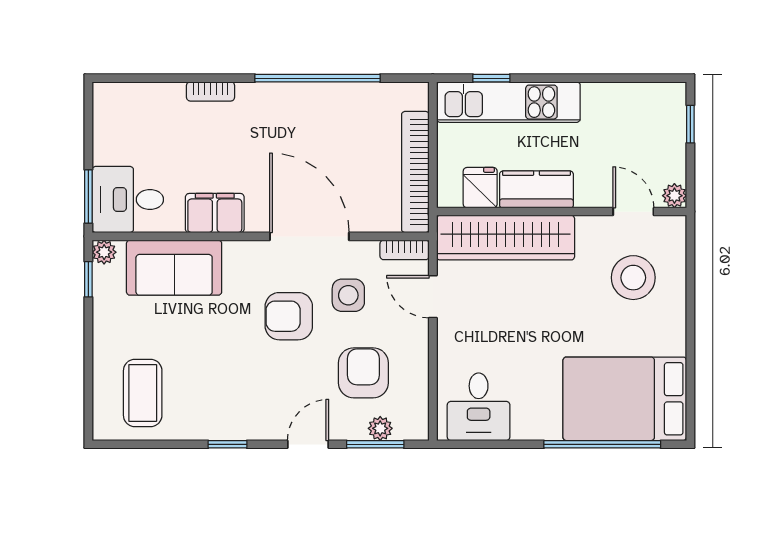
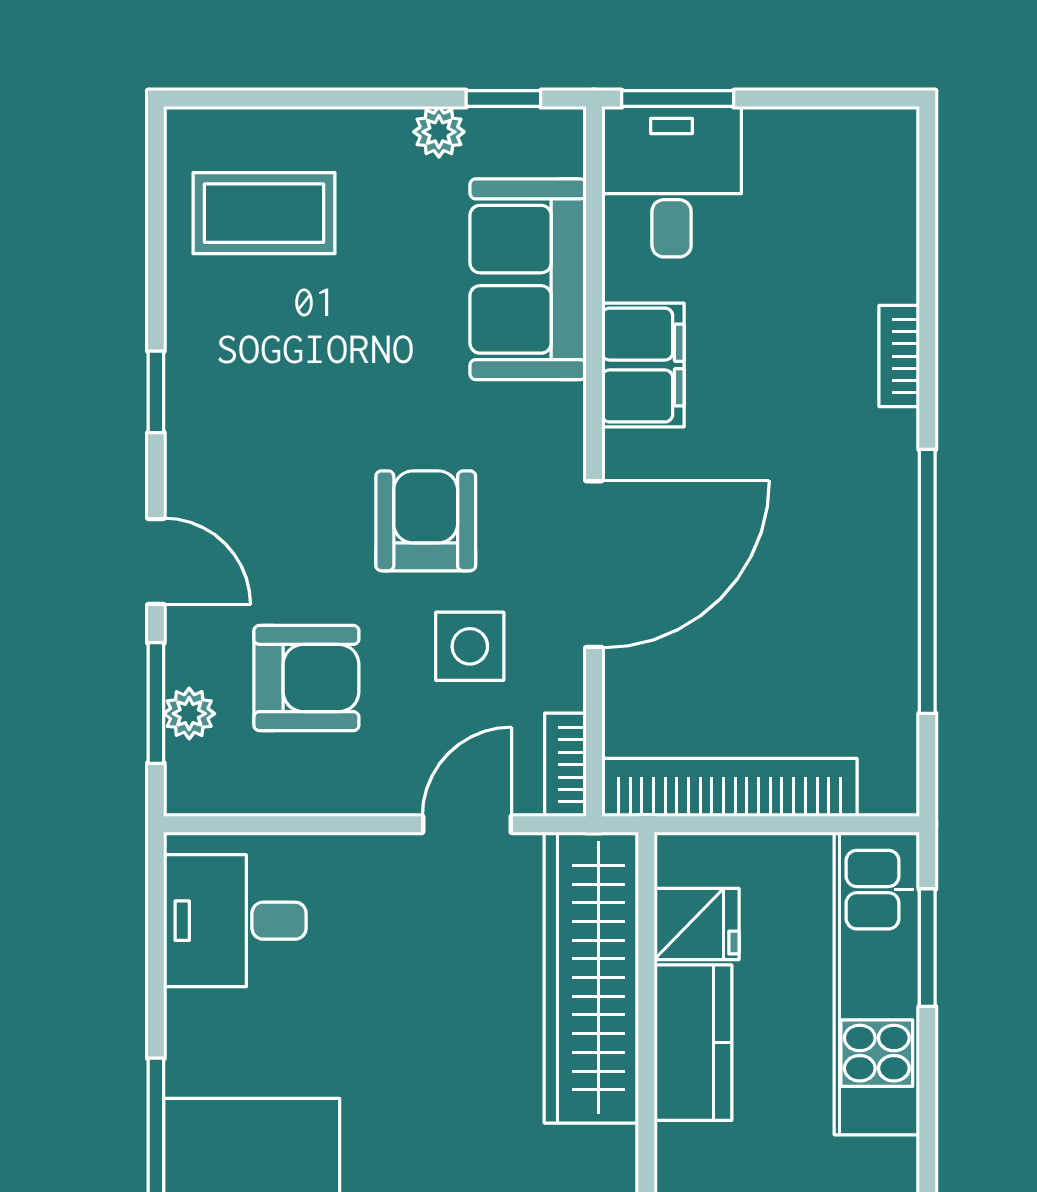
window: (491, 78) -> (927, 948), width x1.50
plant: (104, 252) -> (439, 132), moved

